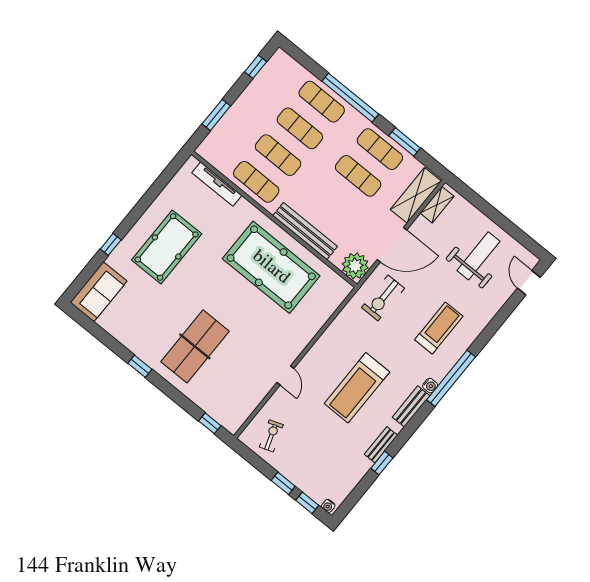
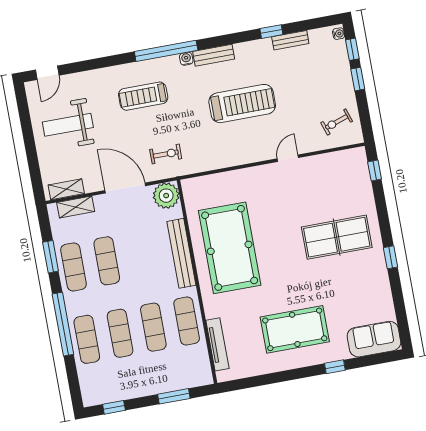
shelving: (416, 195) -> (76, 207), width x0.67, depth x0.75
exercise bike: (383, 298) -> (166, 154), width x0.73, depth x0.72
bench: (381, 445) -> (290, 40), moved

